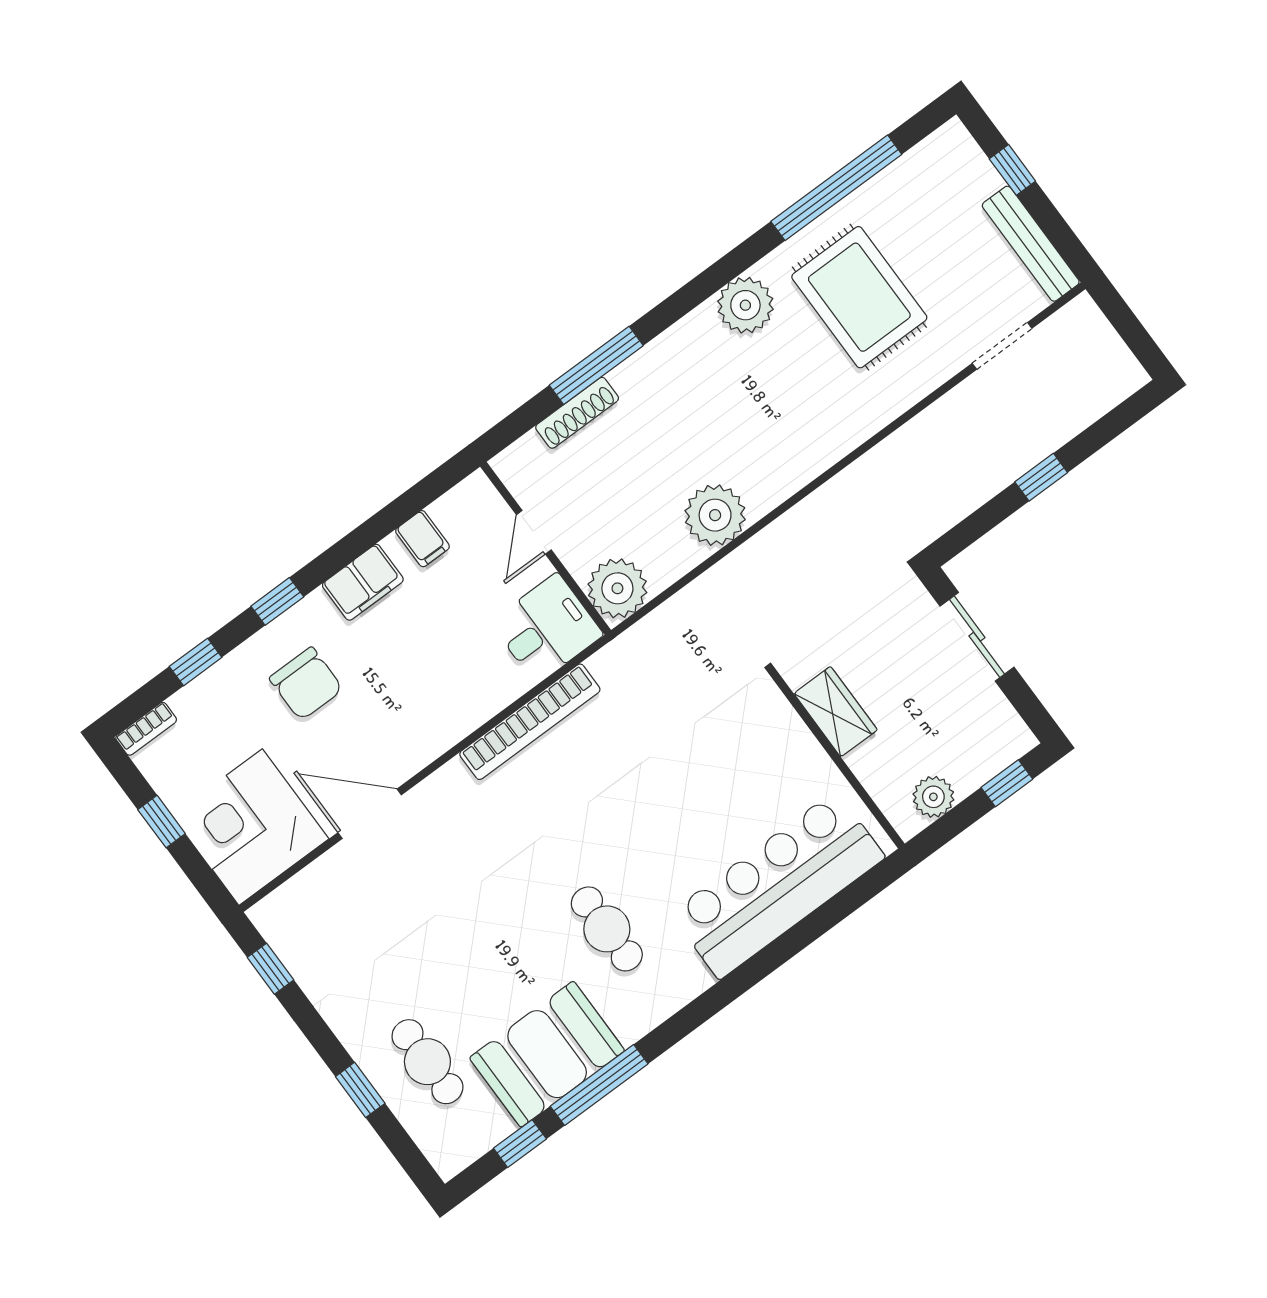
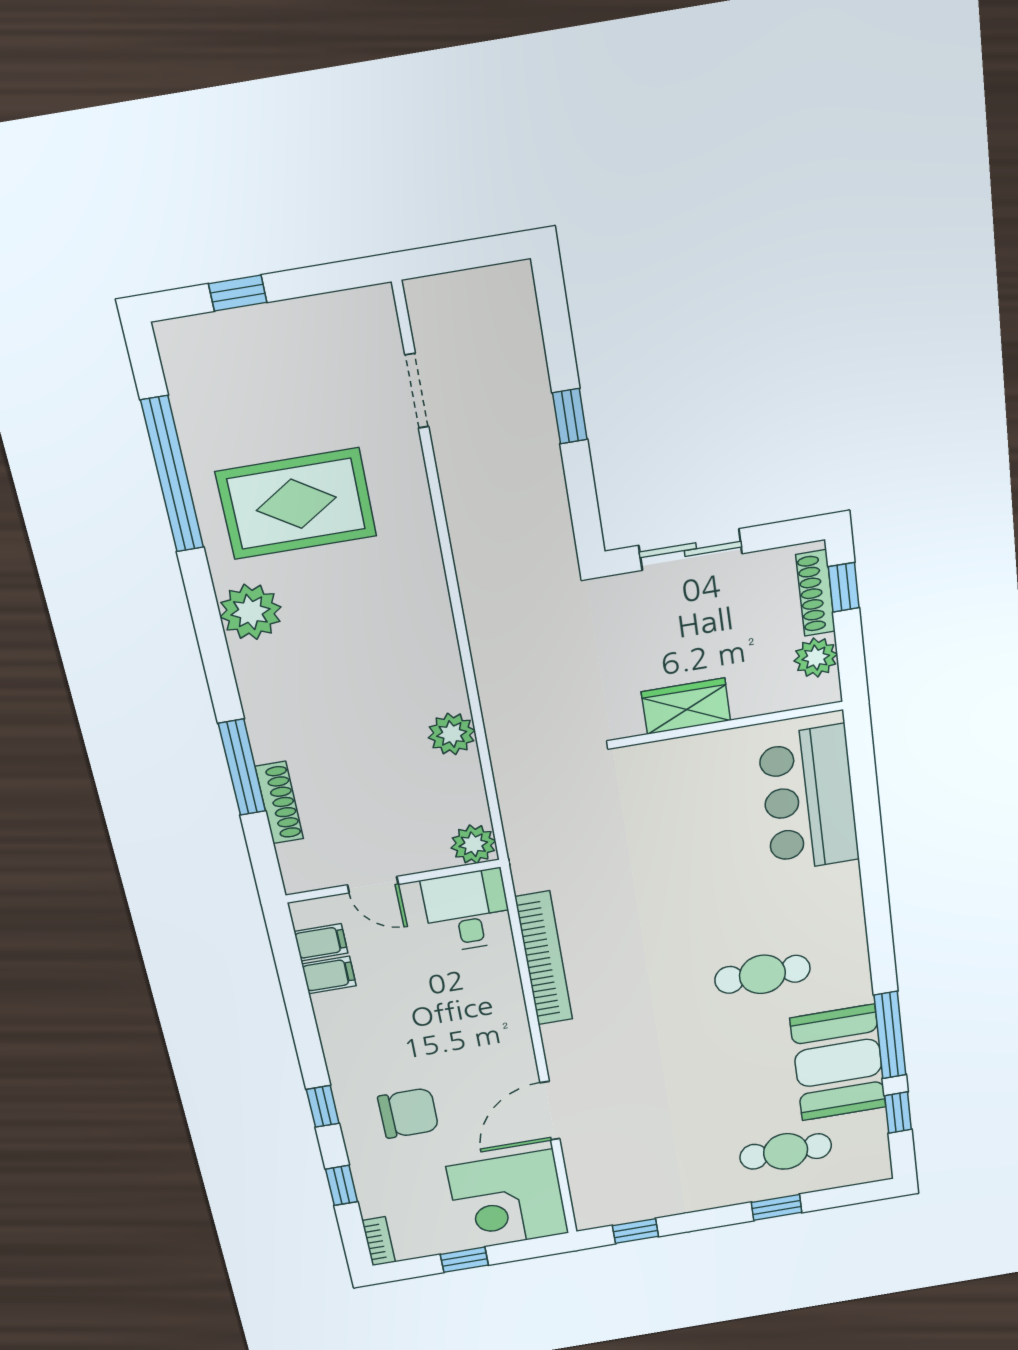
bench: (1031, 244) -> (325, 312), removed
plant: (715, 515) -> (452, 734), width x0.73, depth x0.73
filing cabinet: (363, 582) -> (321, 942), moved, width x0.50
plant: (617, 588) -> (473, 844), width x0.73, depth x0.73
shoe rack: (990, 763) -> (816, 593), added
bar counter: (778, 885) -> (809, 799), width x0.73

